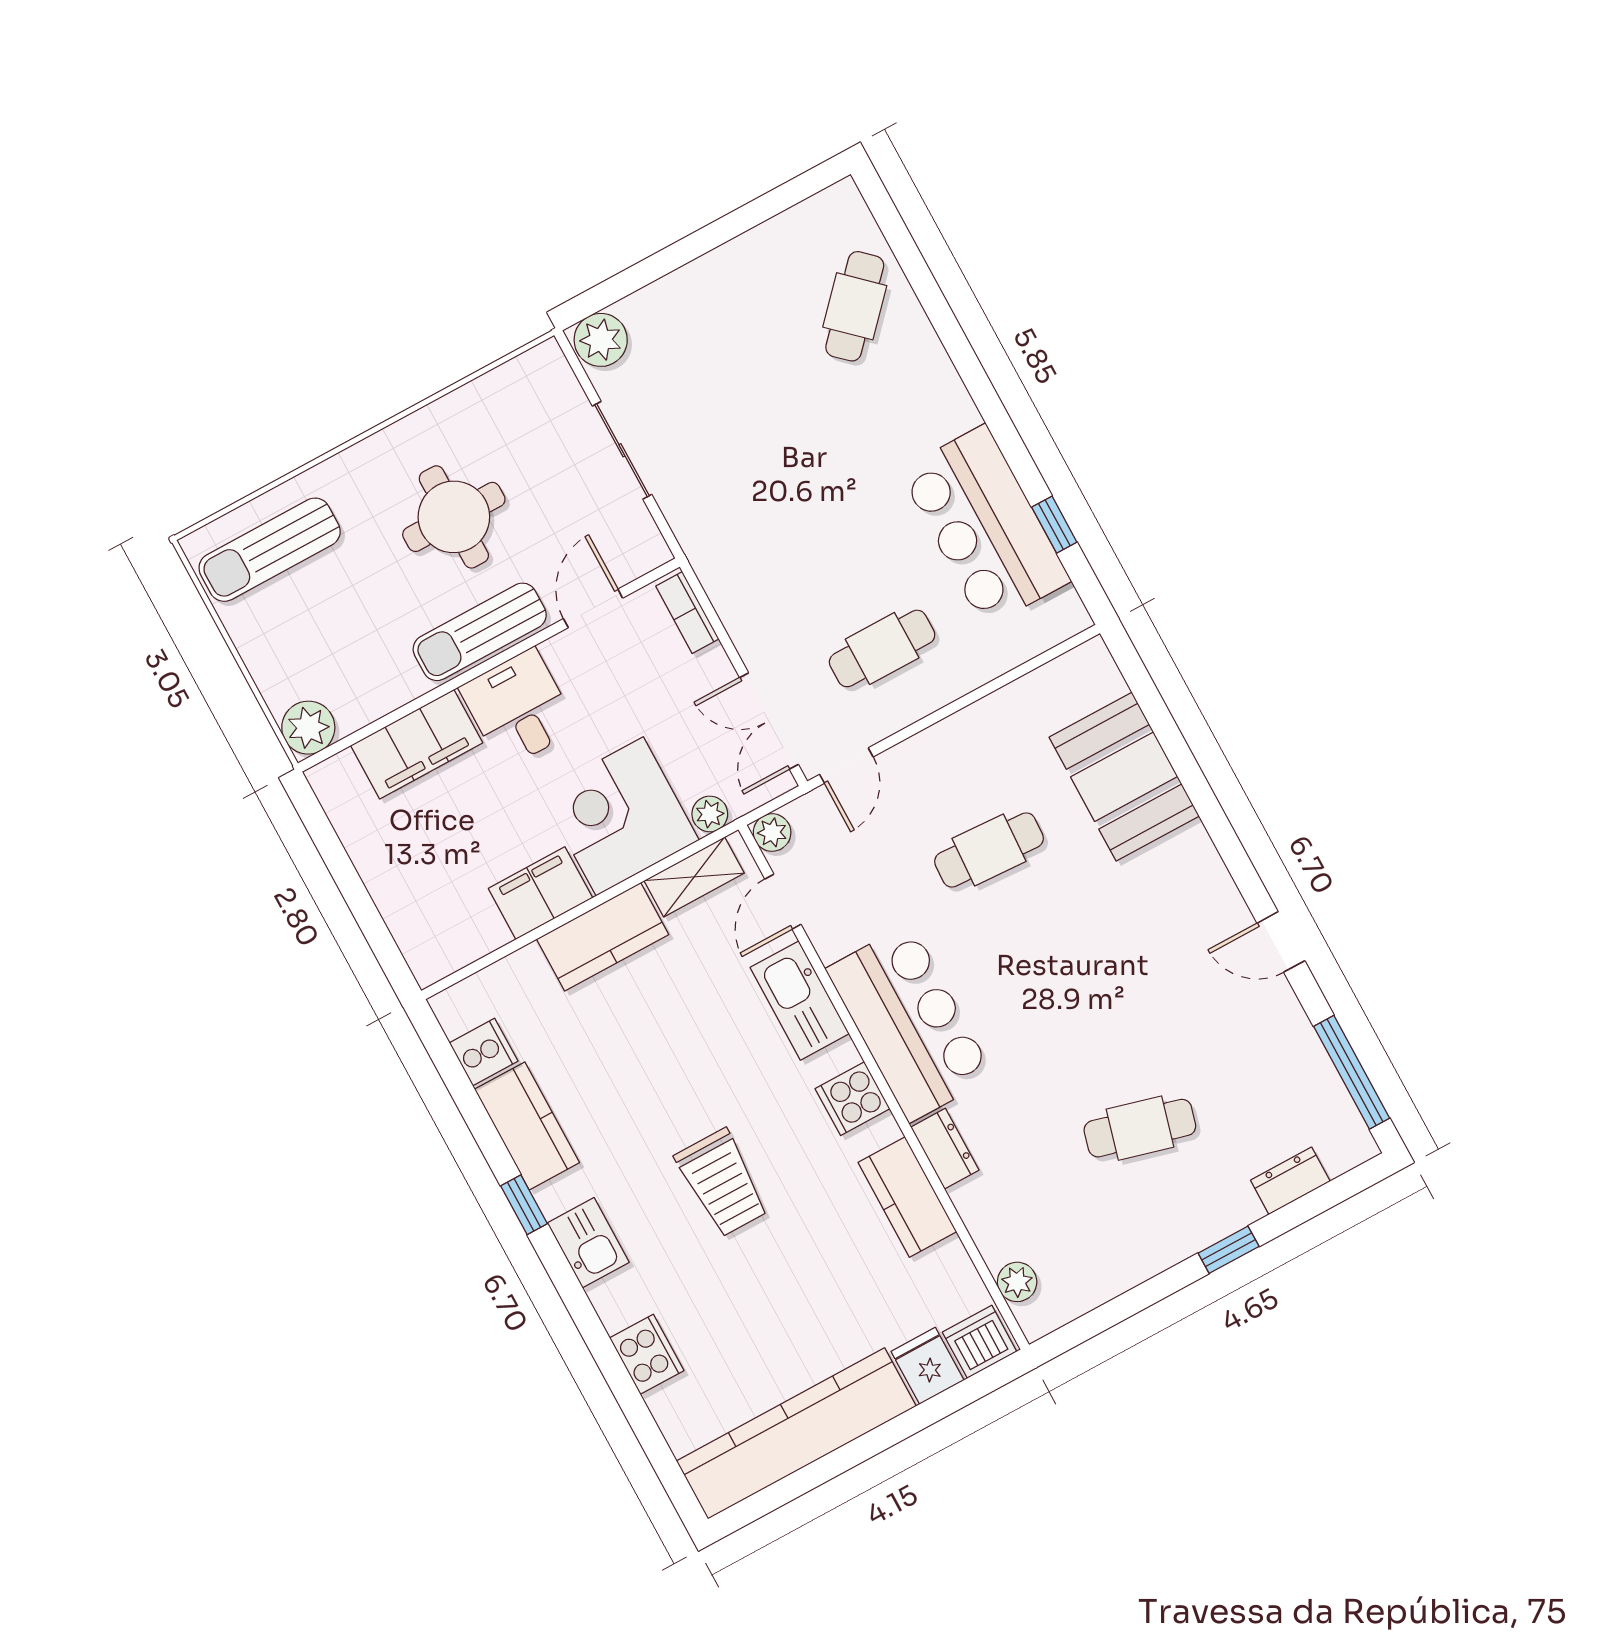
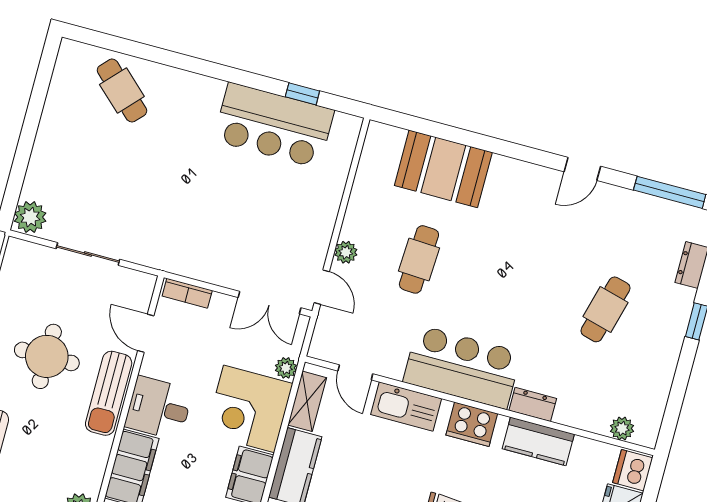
cafe table: (882, 648) -> (285, 222), removed
plant: (772, 832) -> (346, 252), moved
cooker: (853, 1099) -> (472, 424), width x1.36

